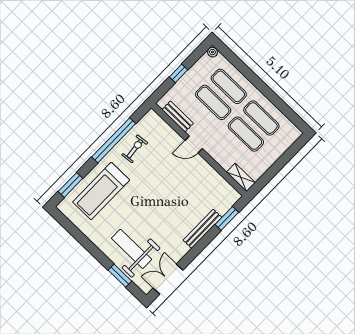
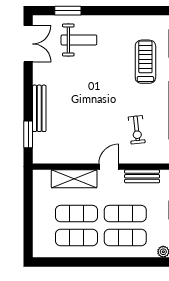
exercise bike: (135, 149) -> (137, 130), moved
shelving: (241, 177) -> (74, 179), moved, width x1.50, depth x1.33
treadmill: (101, 191) -> (145, 62), width x0.73, depth x0.73
weight bench: (132, 249) -> (79, 40), width x0.73, depth x0.75

